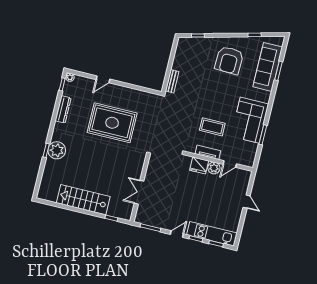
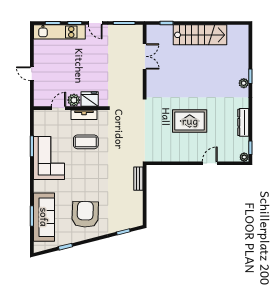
rug: (112, 123) -> (190, 121), width x0.73, depth x0.69
plant: (57, 150) -> (244, 83), width x0.53, depth x0.53
door: (177, 234) -> (95, 23), hinge flipped

